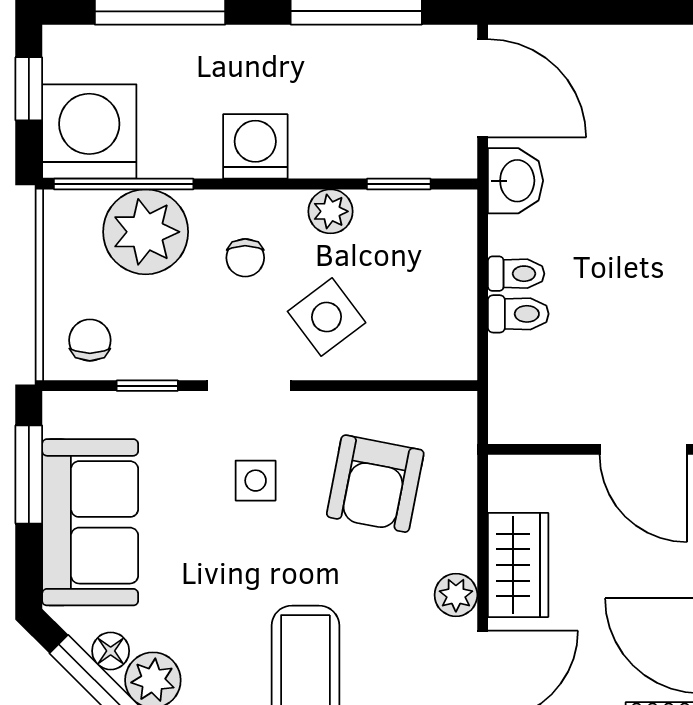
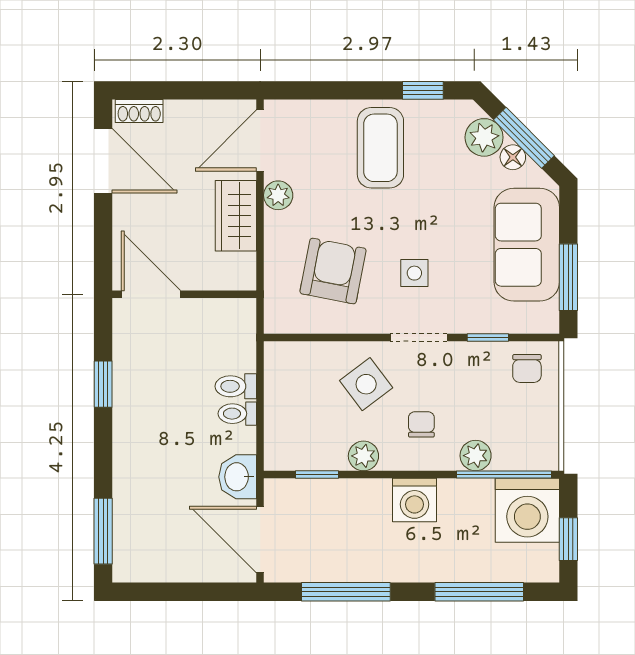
plant: (146, 232) -> (476, 456), width x0.53, depth x0.53

